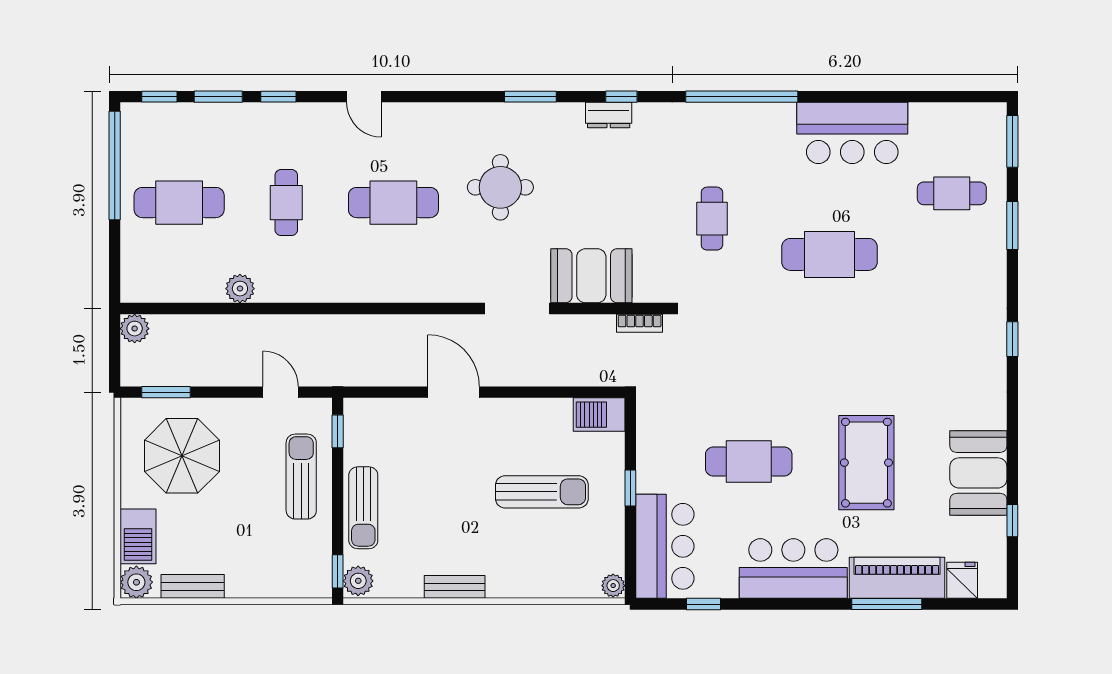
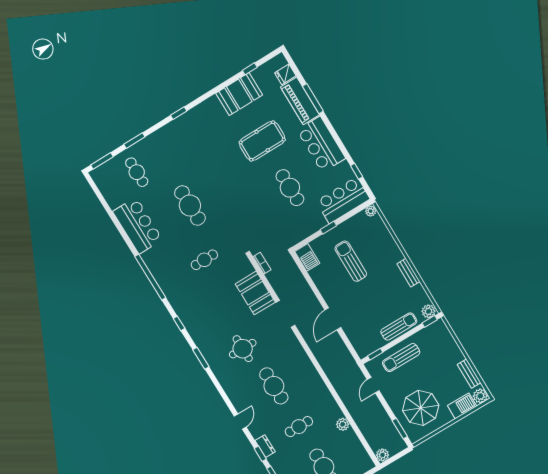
dresser: (609, 115) -> (265, 446), moved

